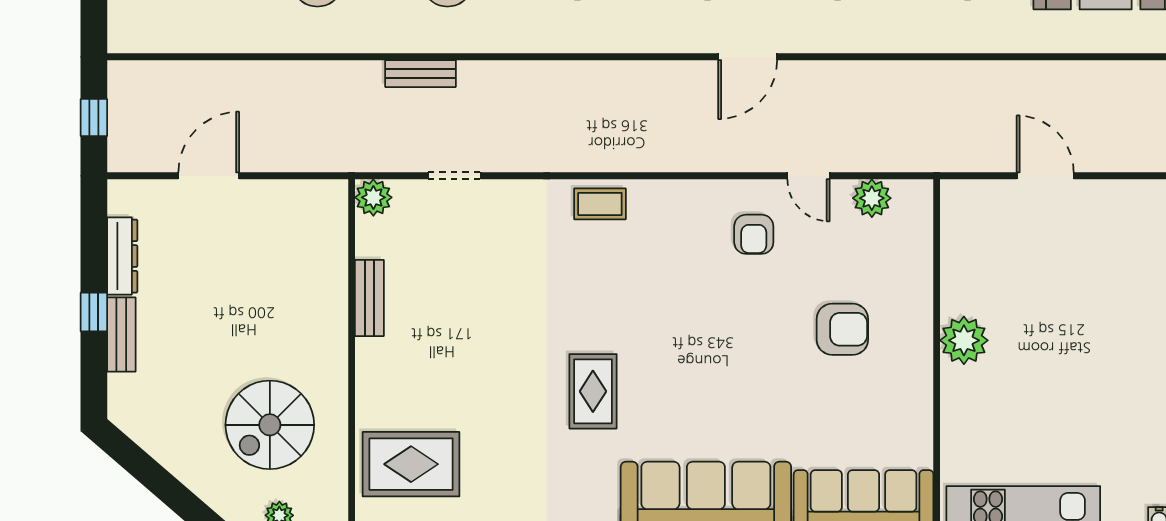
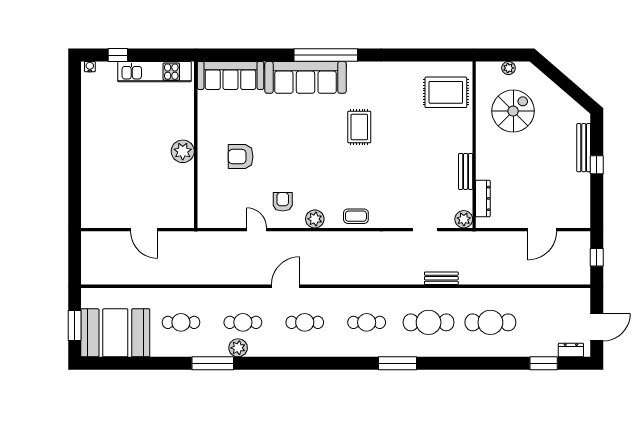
plant: (872, 198) -> (315, 219), moved
dresser: (122, 256) -> (483, 198), moved, turned 180
bench: (121, 334) -> (584, 148), width x1.36

